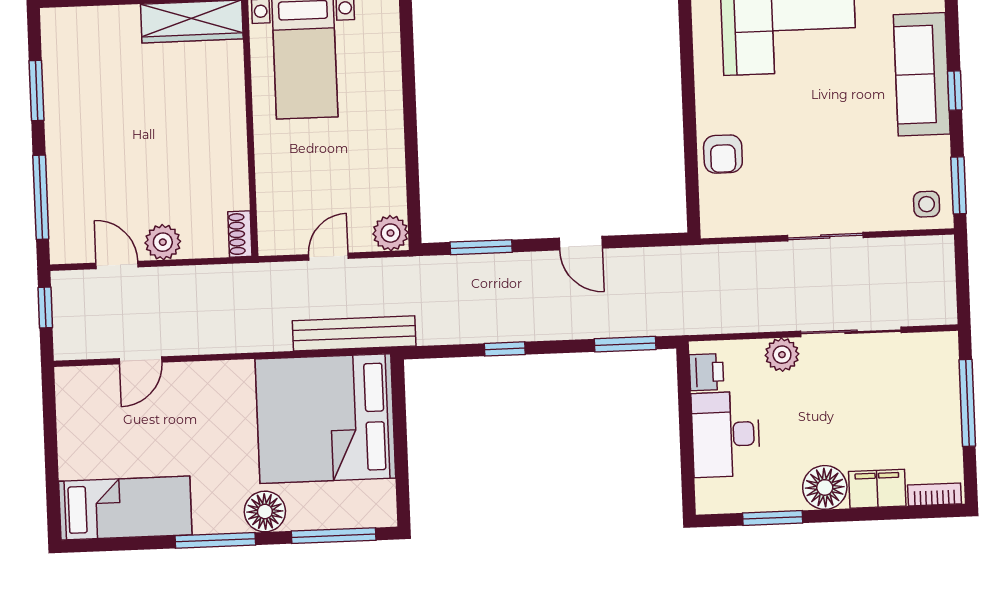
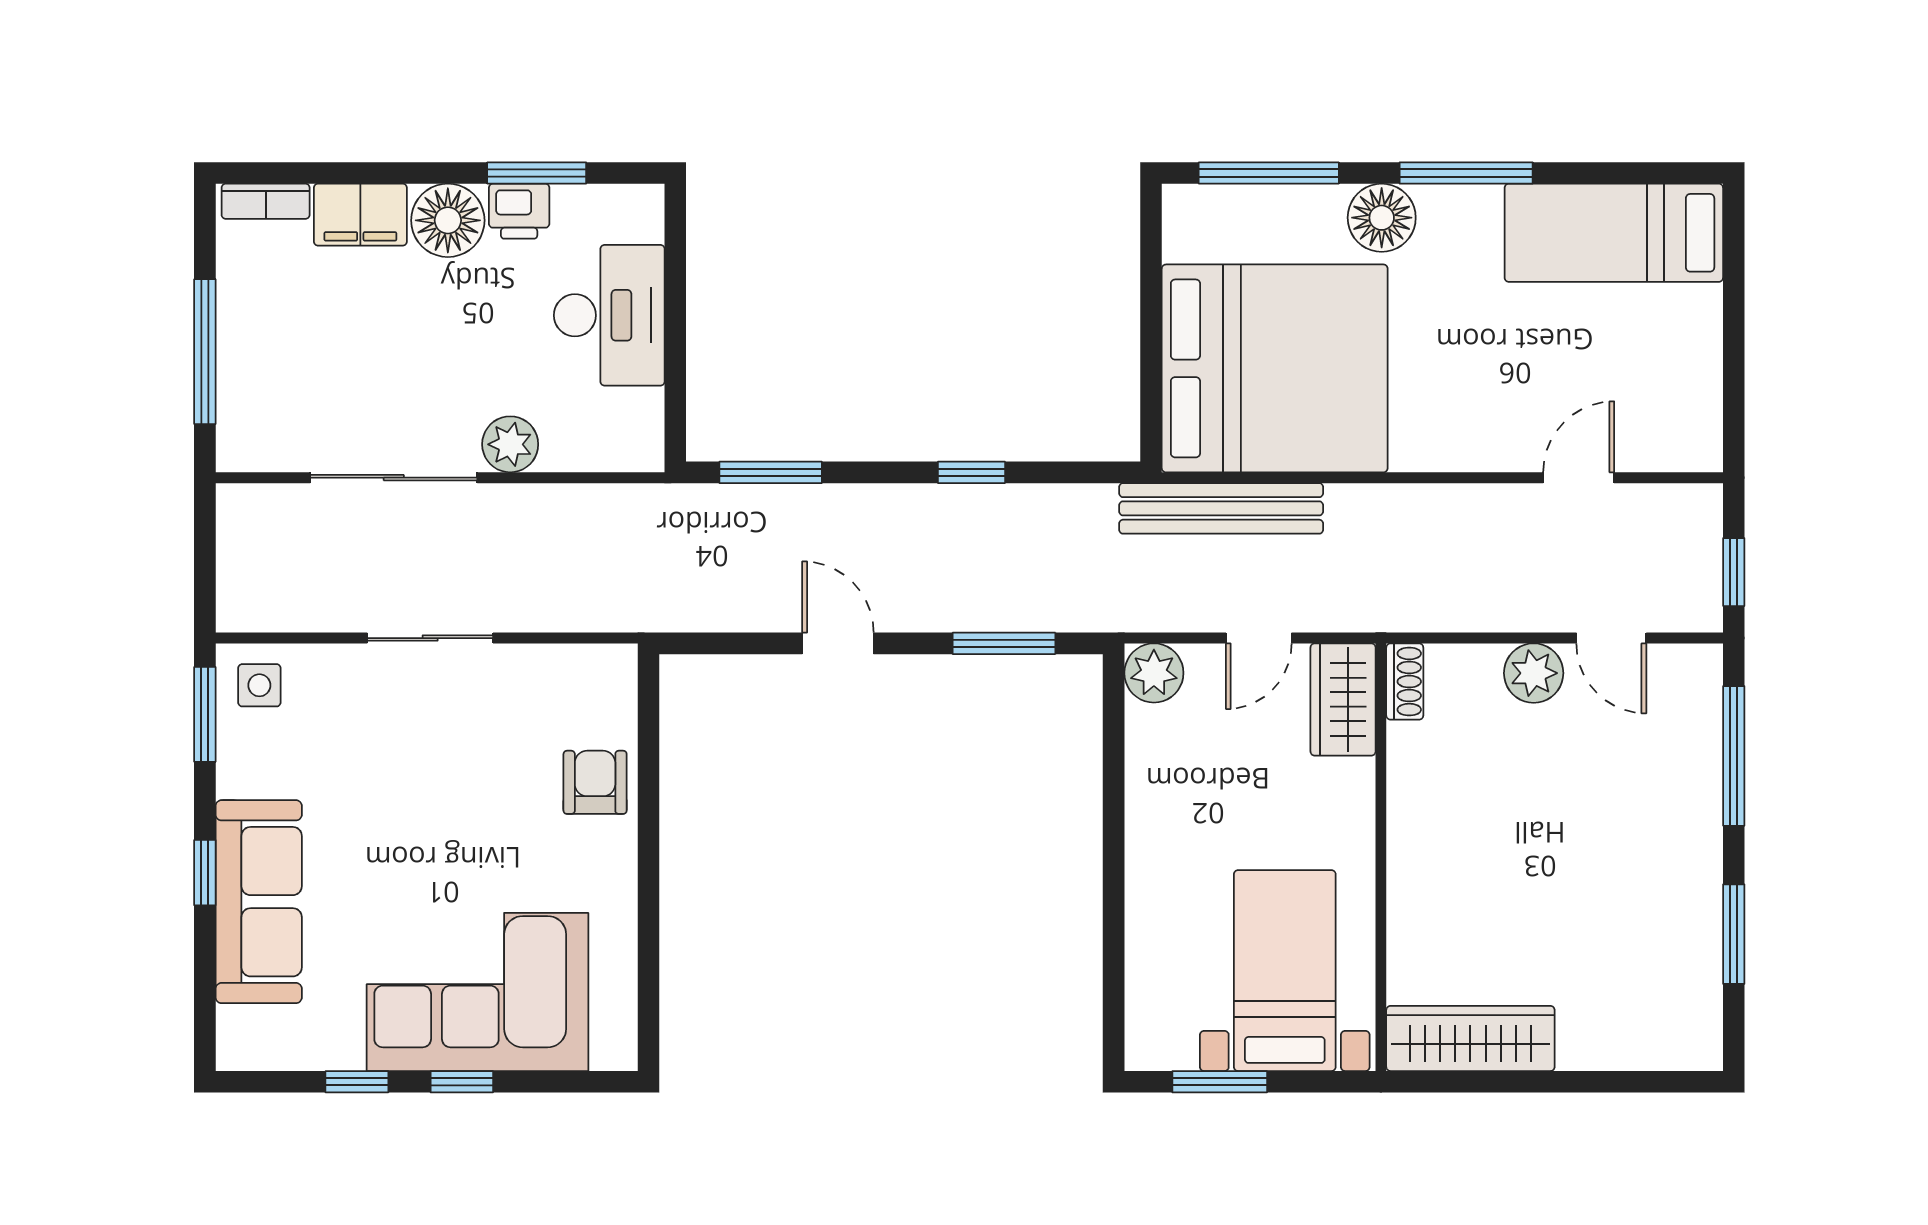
wardrobe: (276, 222) -> (1343, 699), added
printer: (706, 372) -> (519, 211), moved, turned -90

